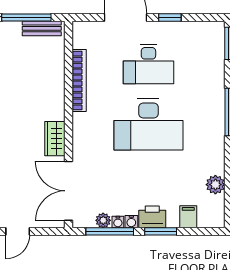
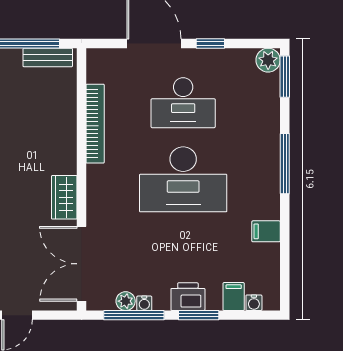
filing cabinet: (214, 165) -> (266, 231), added
plant: (215, 185) -> (268, 60), moved
water cooler: (131, 222) -> (254, 303), moved

